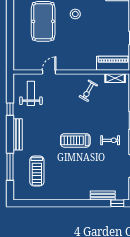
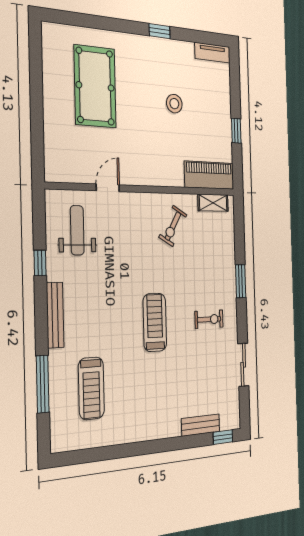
stool: (75, 14) -> (174, 104), moved
treadmill: (75, 140) -> (155, 322), turned 90

